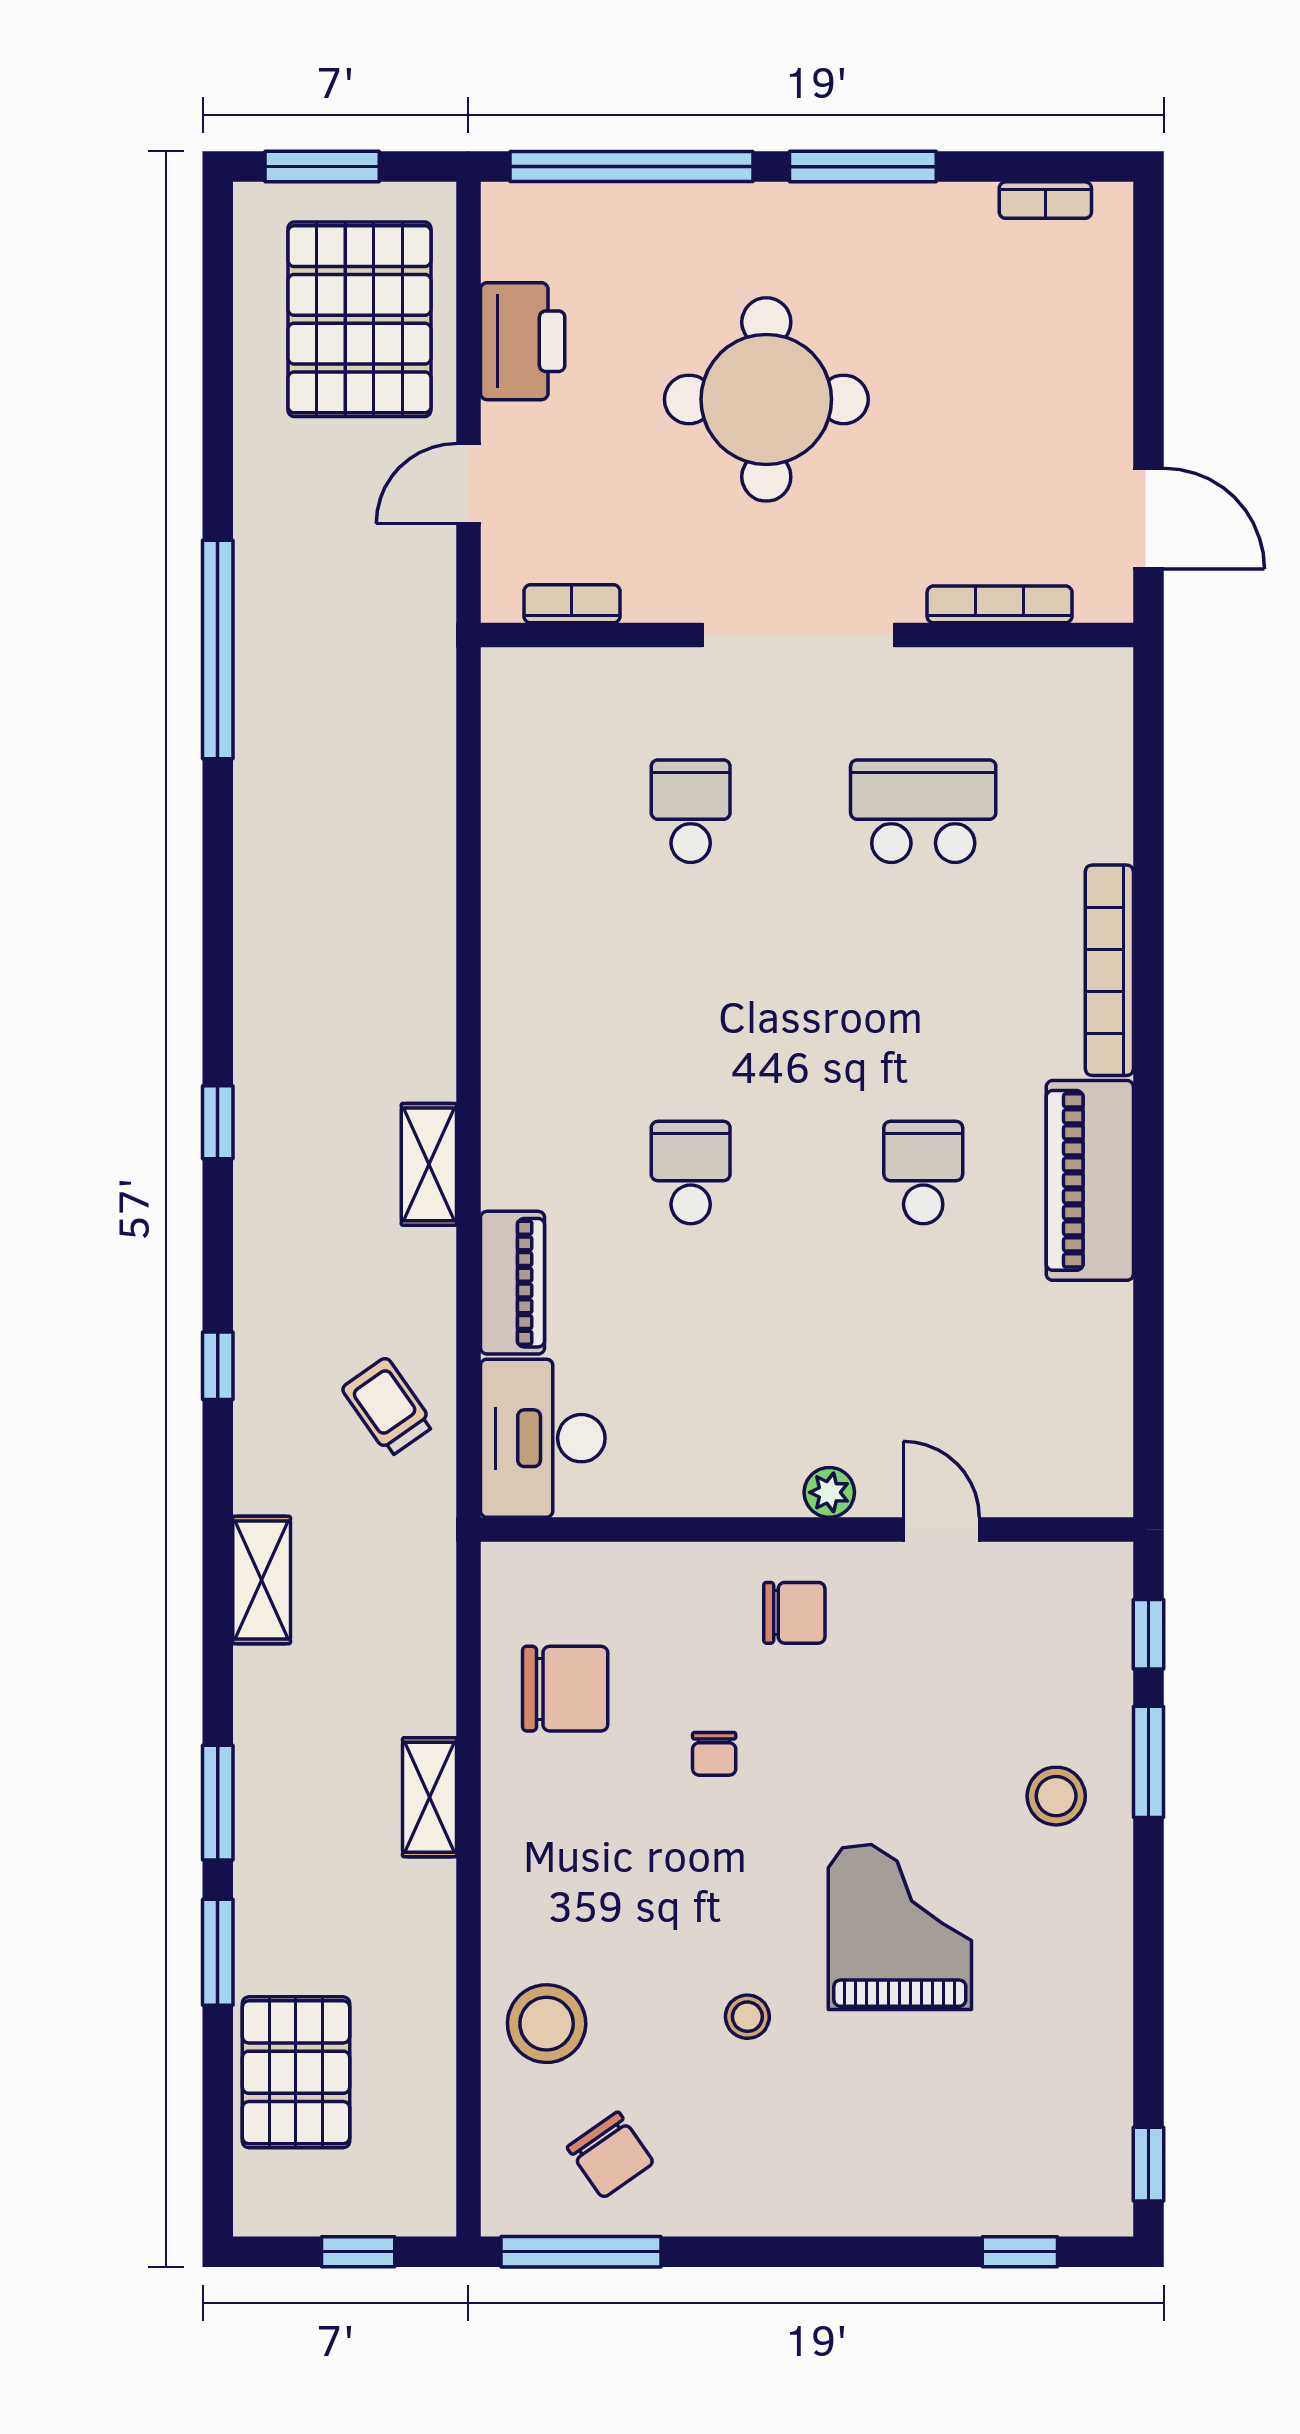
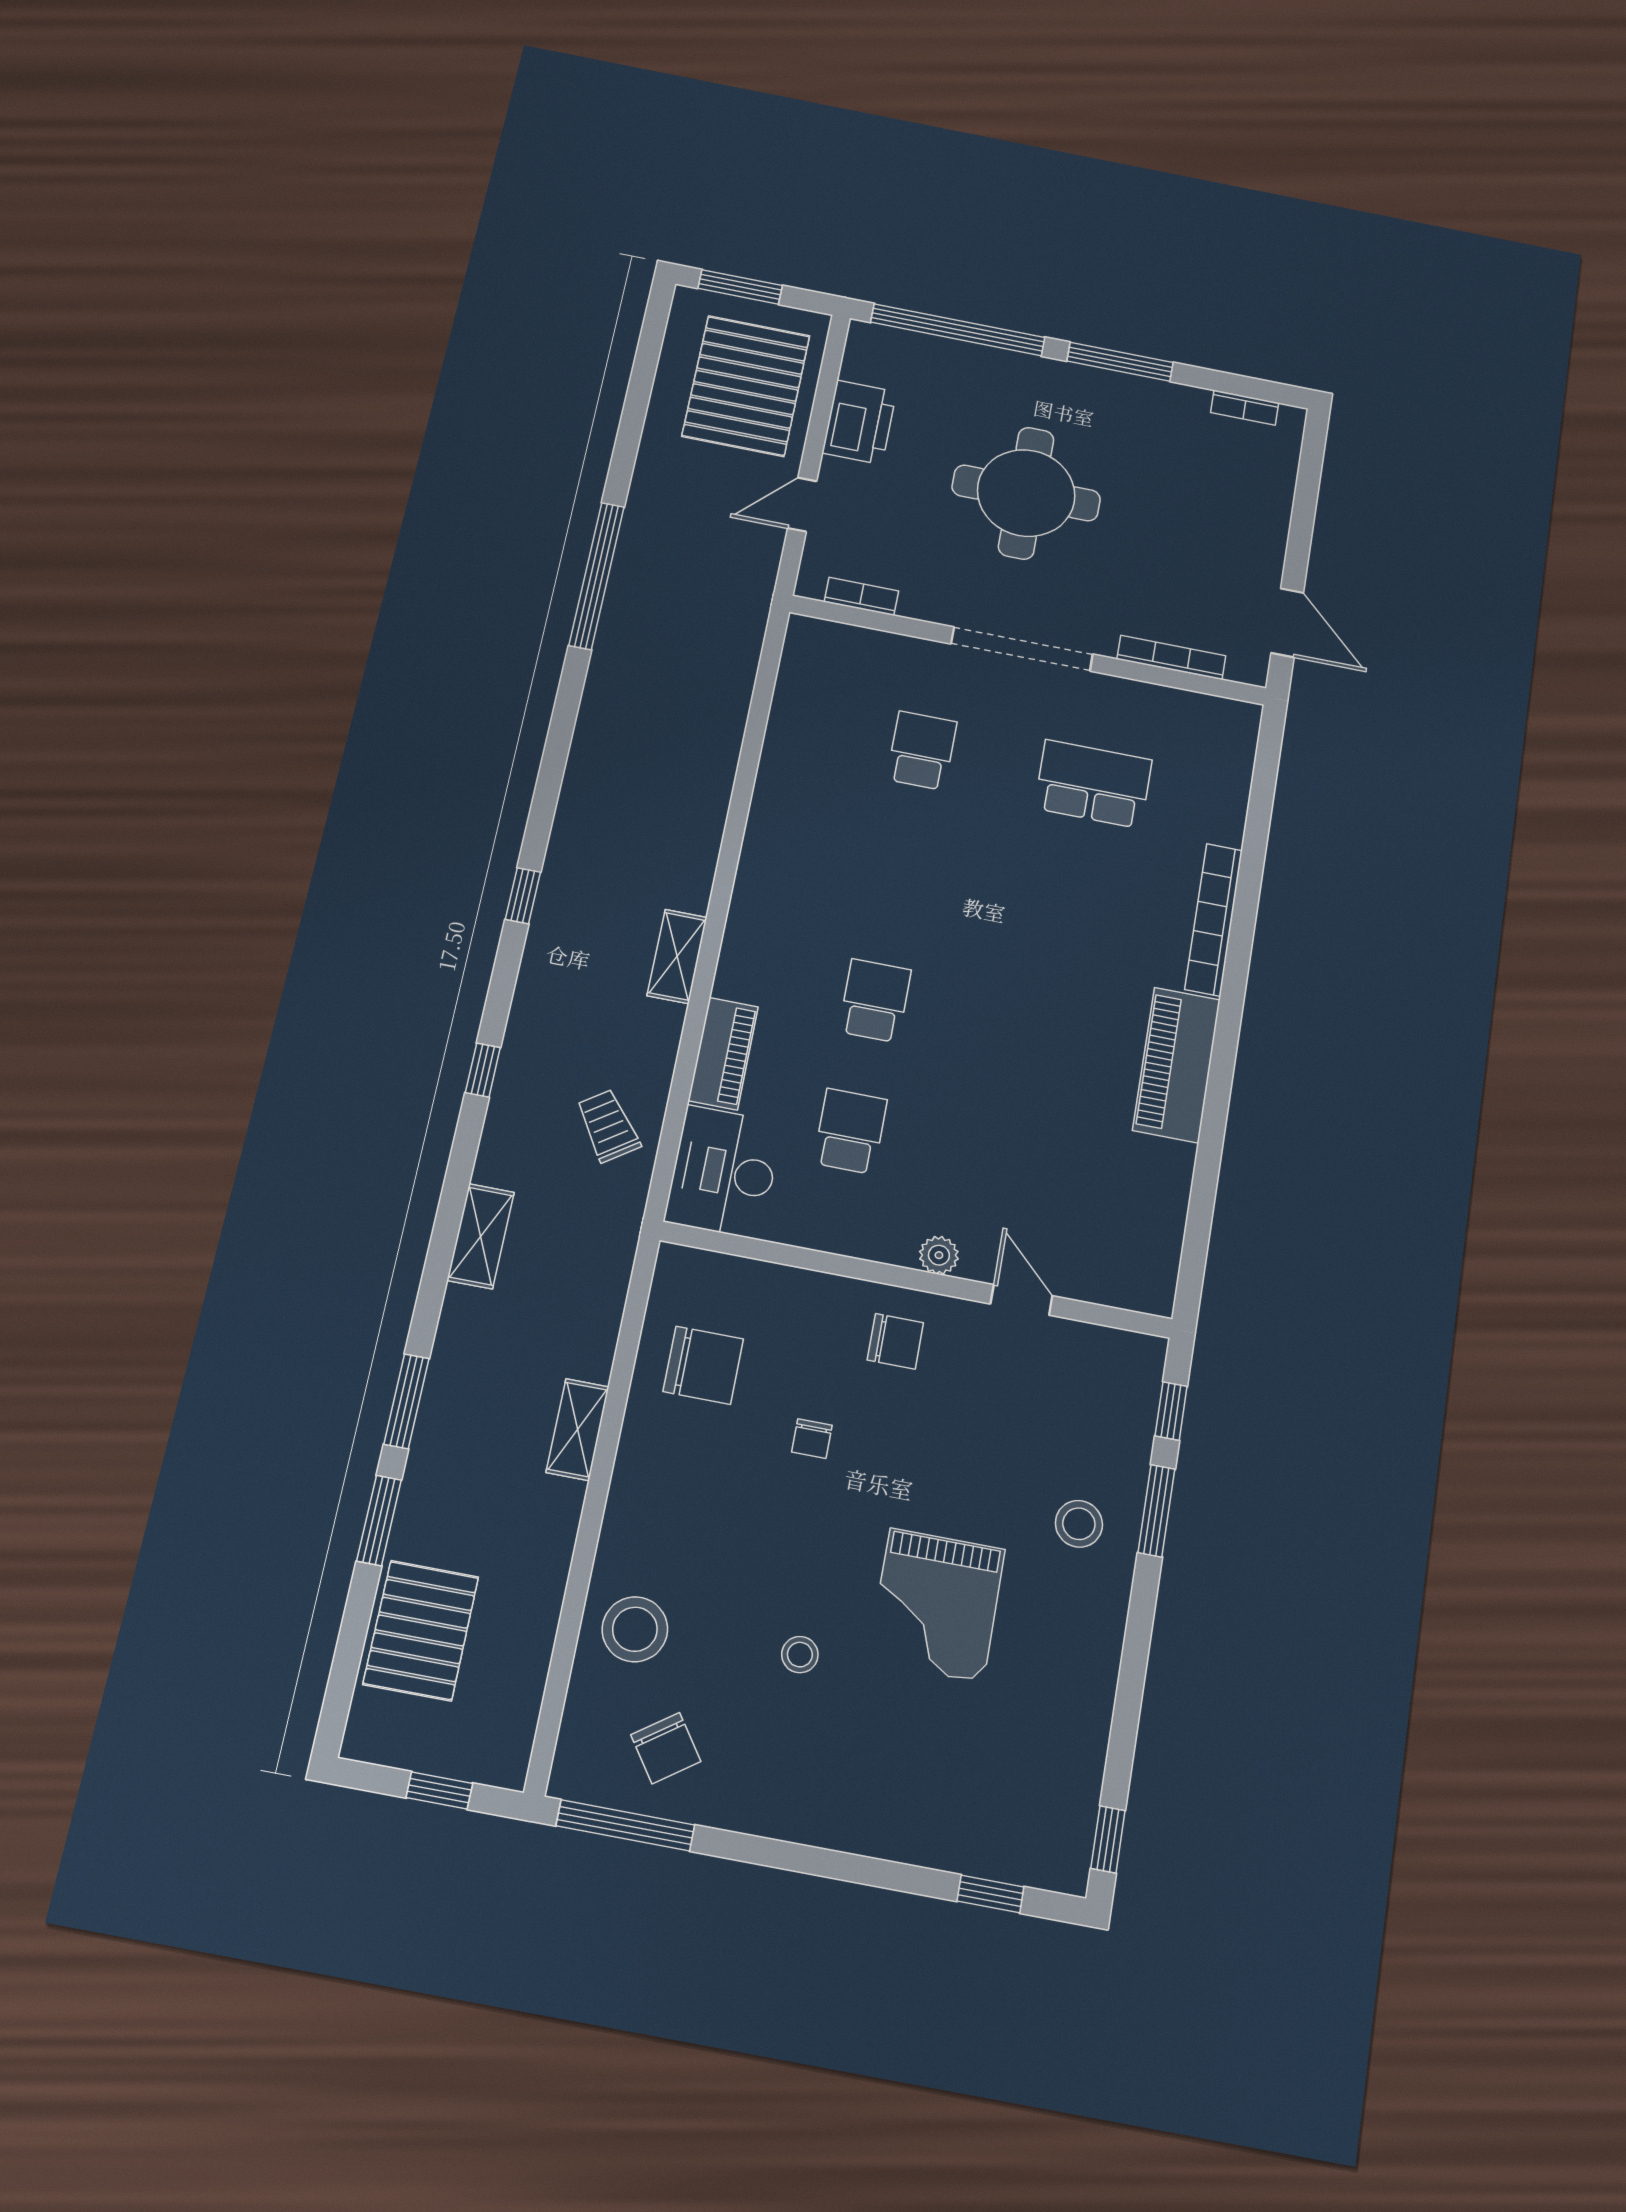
school desk: (923, 1173) -> (850, 1131), moved
grand piano: (900, 1927) -> (936, 1605), turned 180

